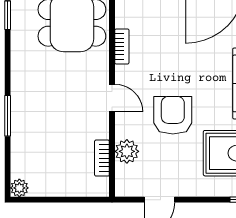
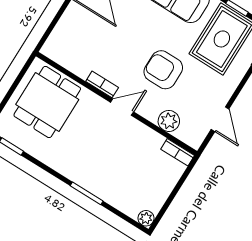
bookcase: (122, 46) -> (102, 84), moved
bookcase: (102, 158) -> (178, 152), moved

